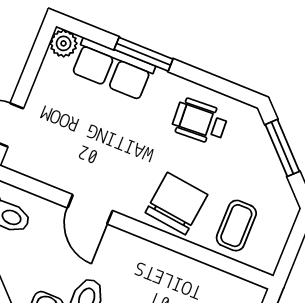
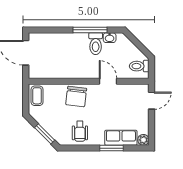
wheelchair: (200, 121) -> (80, 131), turned 93
coffee table: (236, 226) -> (37, 96), moved

